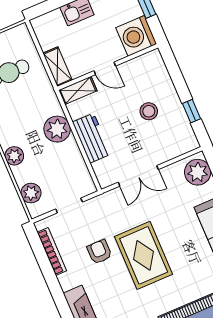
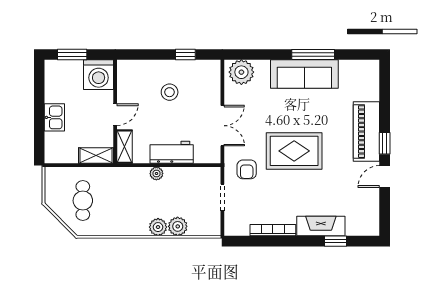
plant: (57, 129) -> (156, 173), width x0.53, depth x0.53
plant: (31, 193) -> (178, 226), moved
bookcase: (52, 251) -> (273, 230), moved
armchair: (99, 252) -> (247, 169), moved, turned -90

